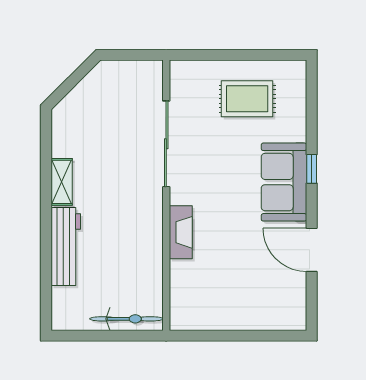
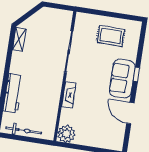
shelving: (62, 182) -> (19, 39), moved
plant: (188, 312) -> (66, 134), added
bicycle: (126, 319) -> (24, 130), moved

